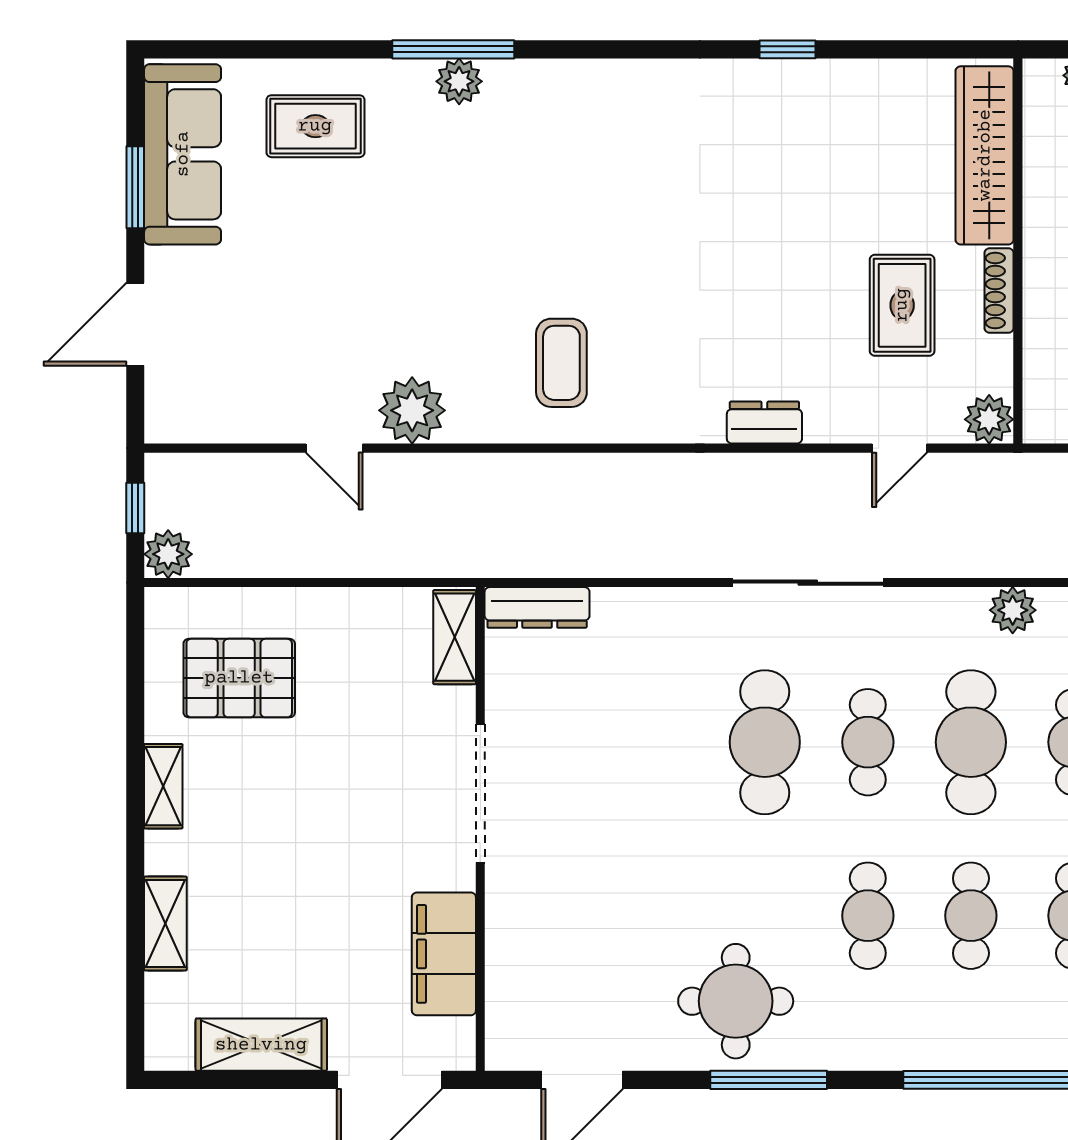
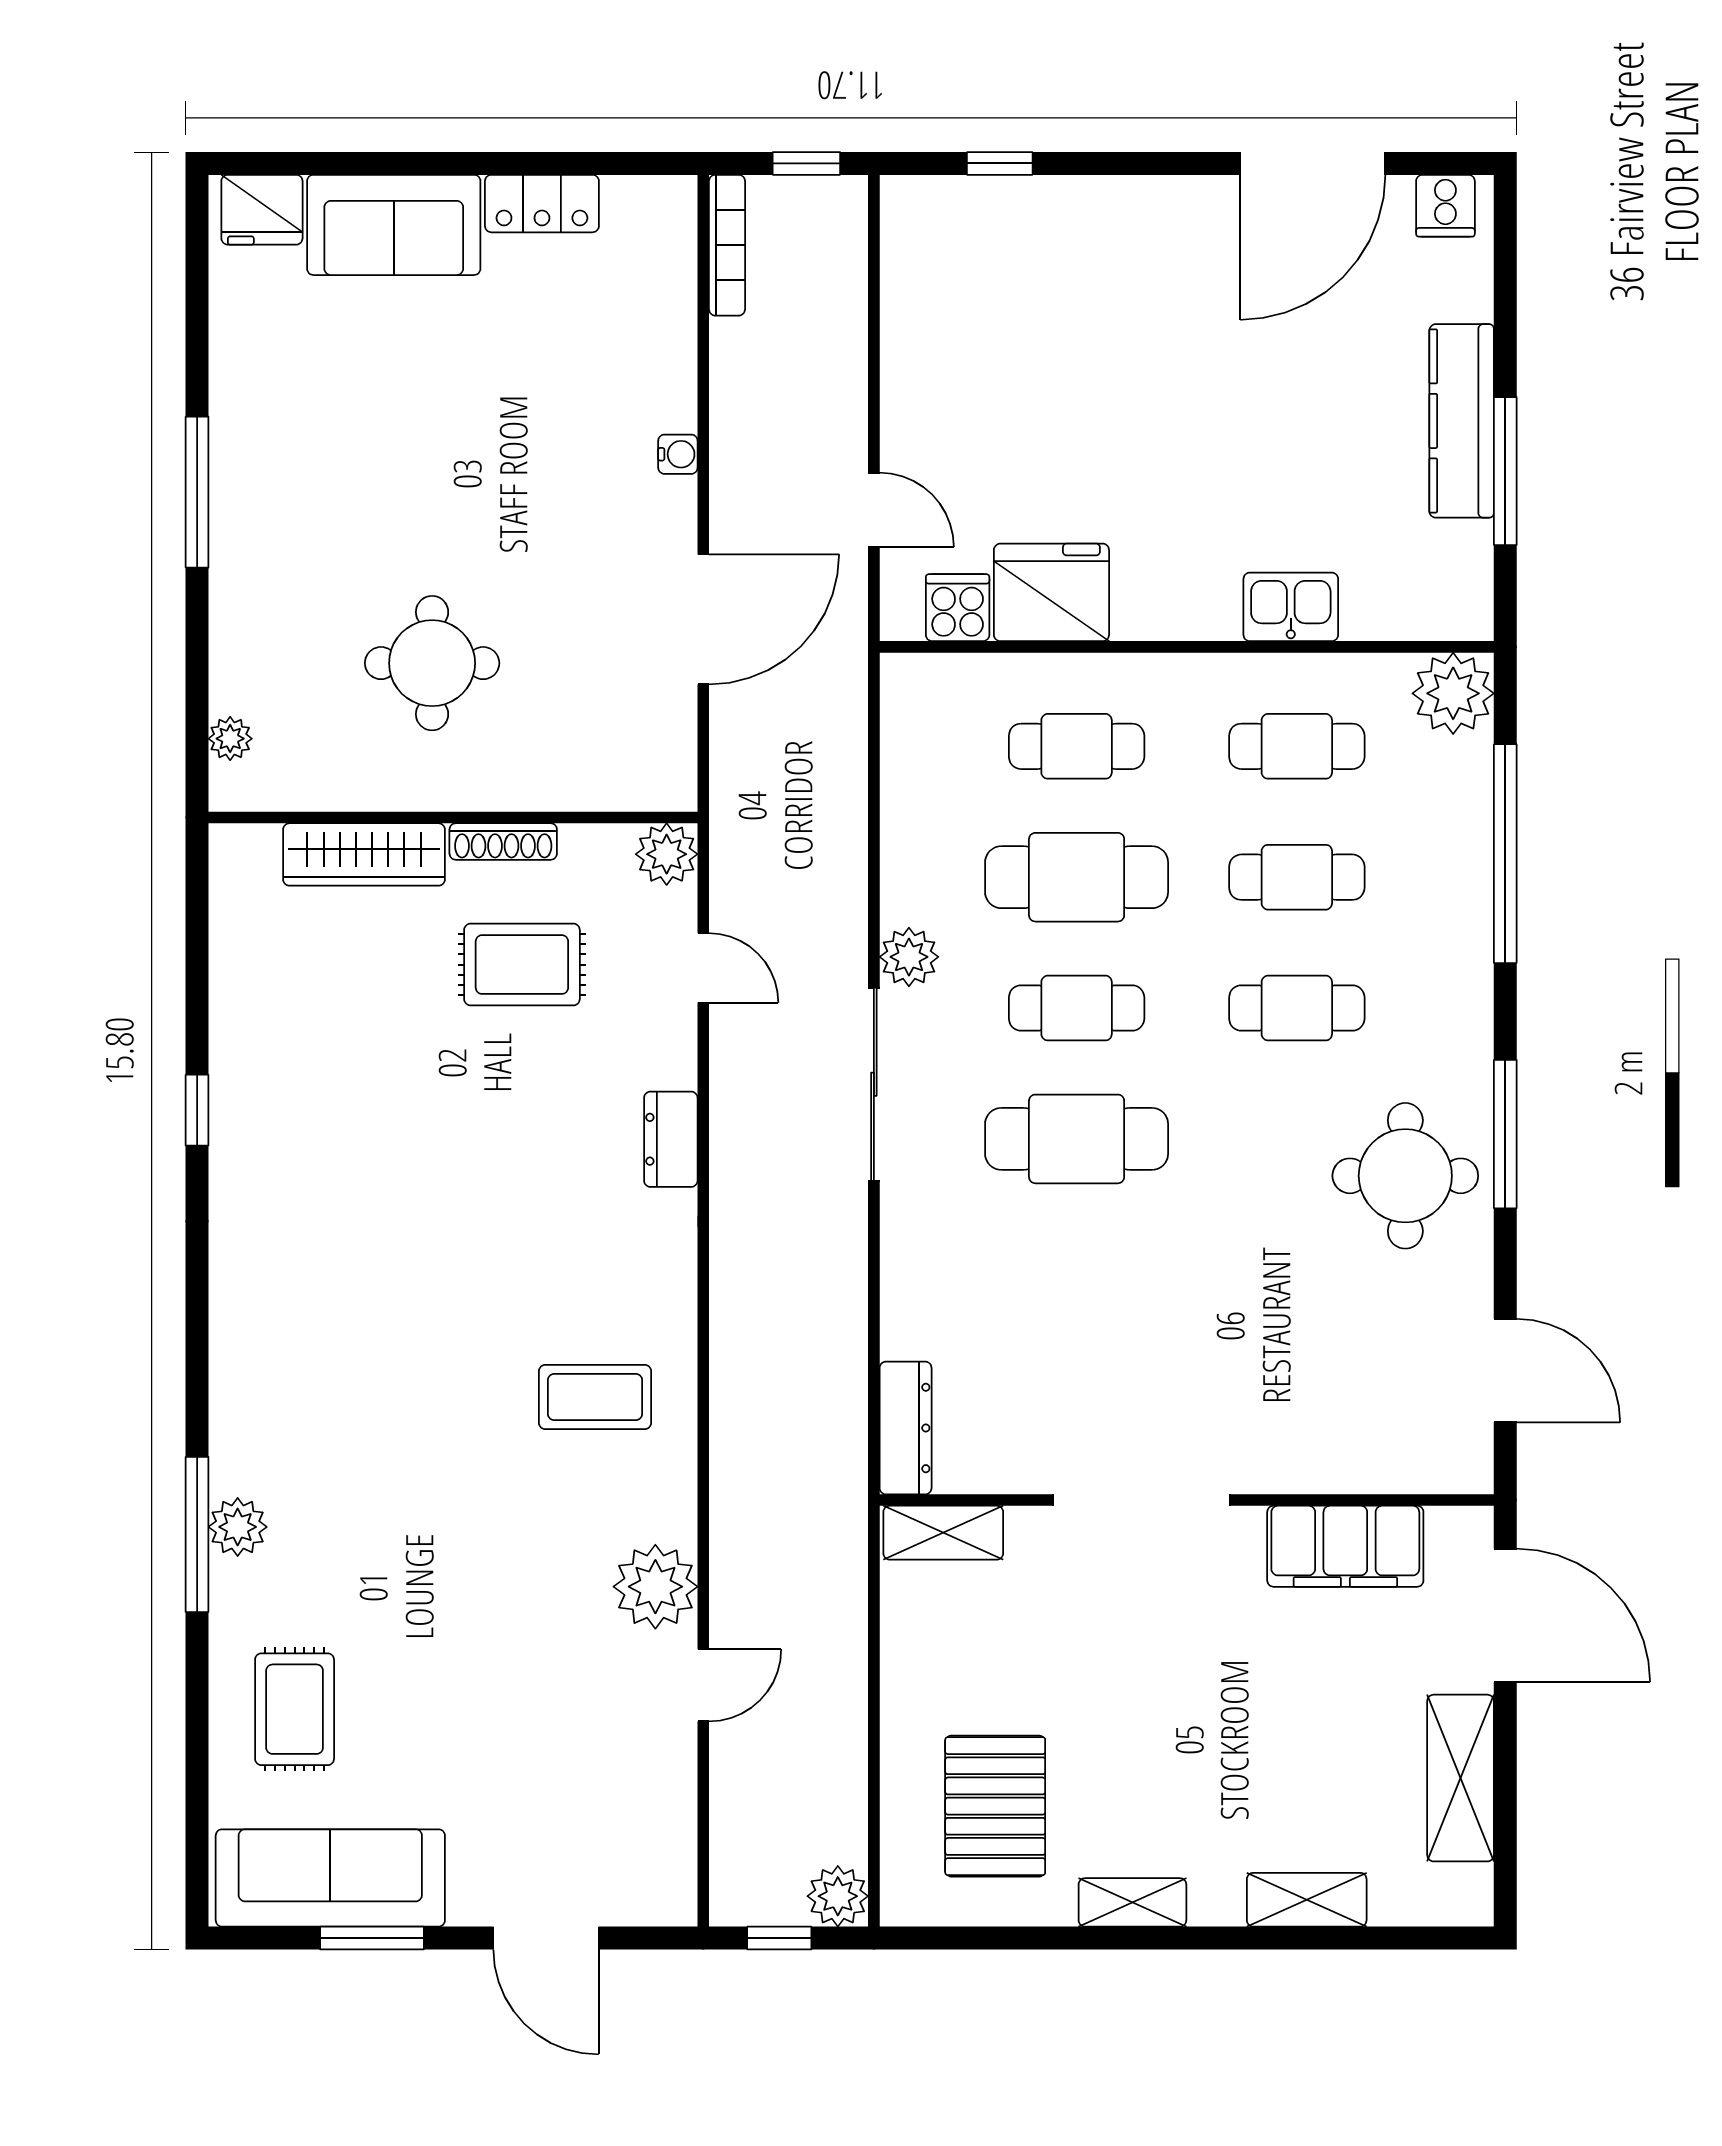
wardrobe: (985, 155) -> (364, 854), width x0.71, depth x0.85
plant: (1013, 610) -> (909, 957), moved

